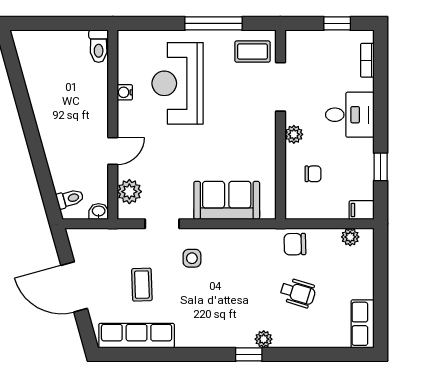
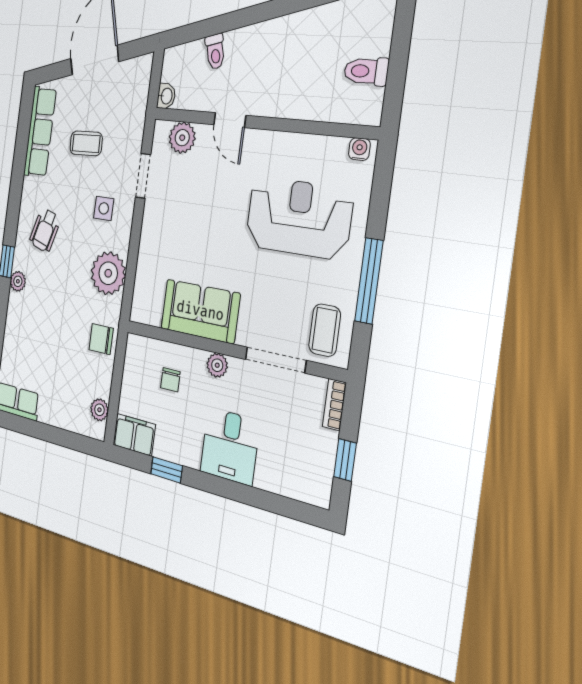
toilet: (99, 46) -> (366, 71), moved
bookcase: (367, 60) -> (334, 405), moved, turned -90
water cooler: (125, 92) -> (359, 149), moved
toilet: (70, 199) -> (215, 52), moved
sofa: (227, 200) -> (200, 311), moved, turned -90
filing cabinet: (362, 210) -> (134, 435), width x2.00
chair: (295, 244) -> (101, 339), turned -89
plant: (242, 245) -> (108, 273), added
wheelchair: (298, 293) -> (45, 230), moved

